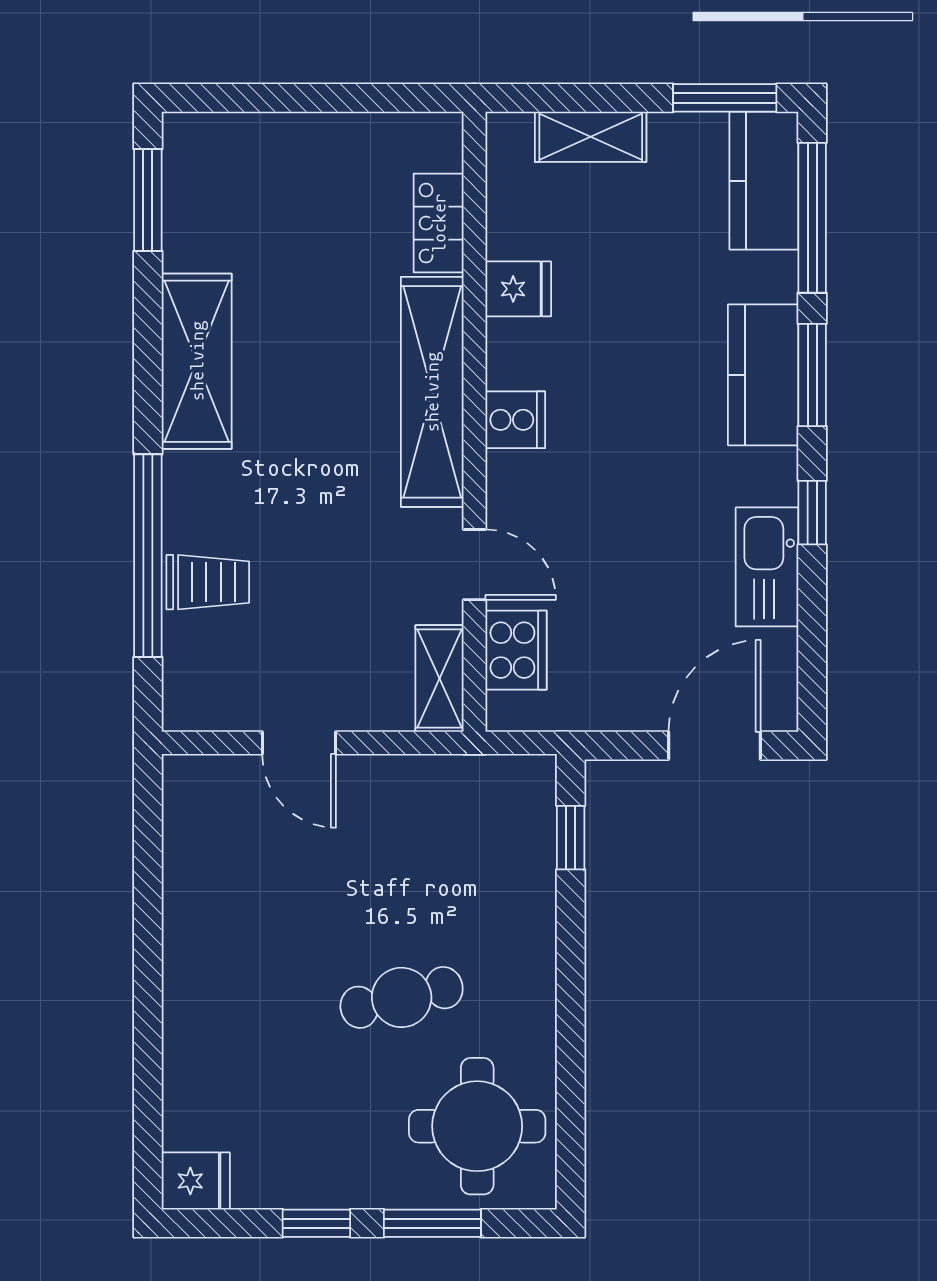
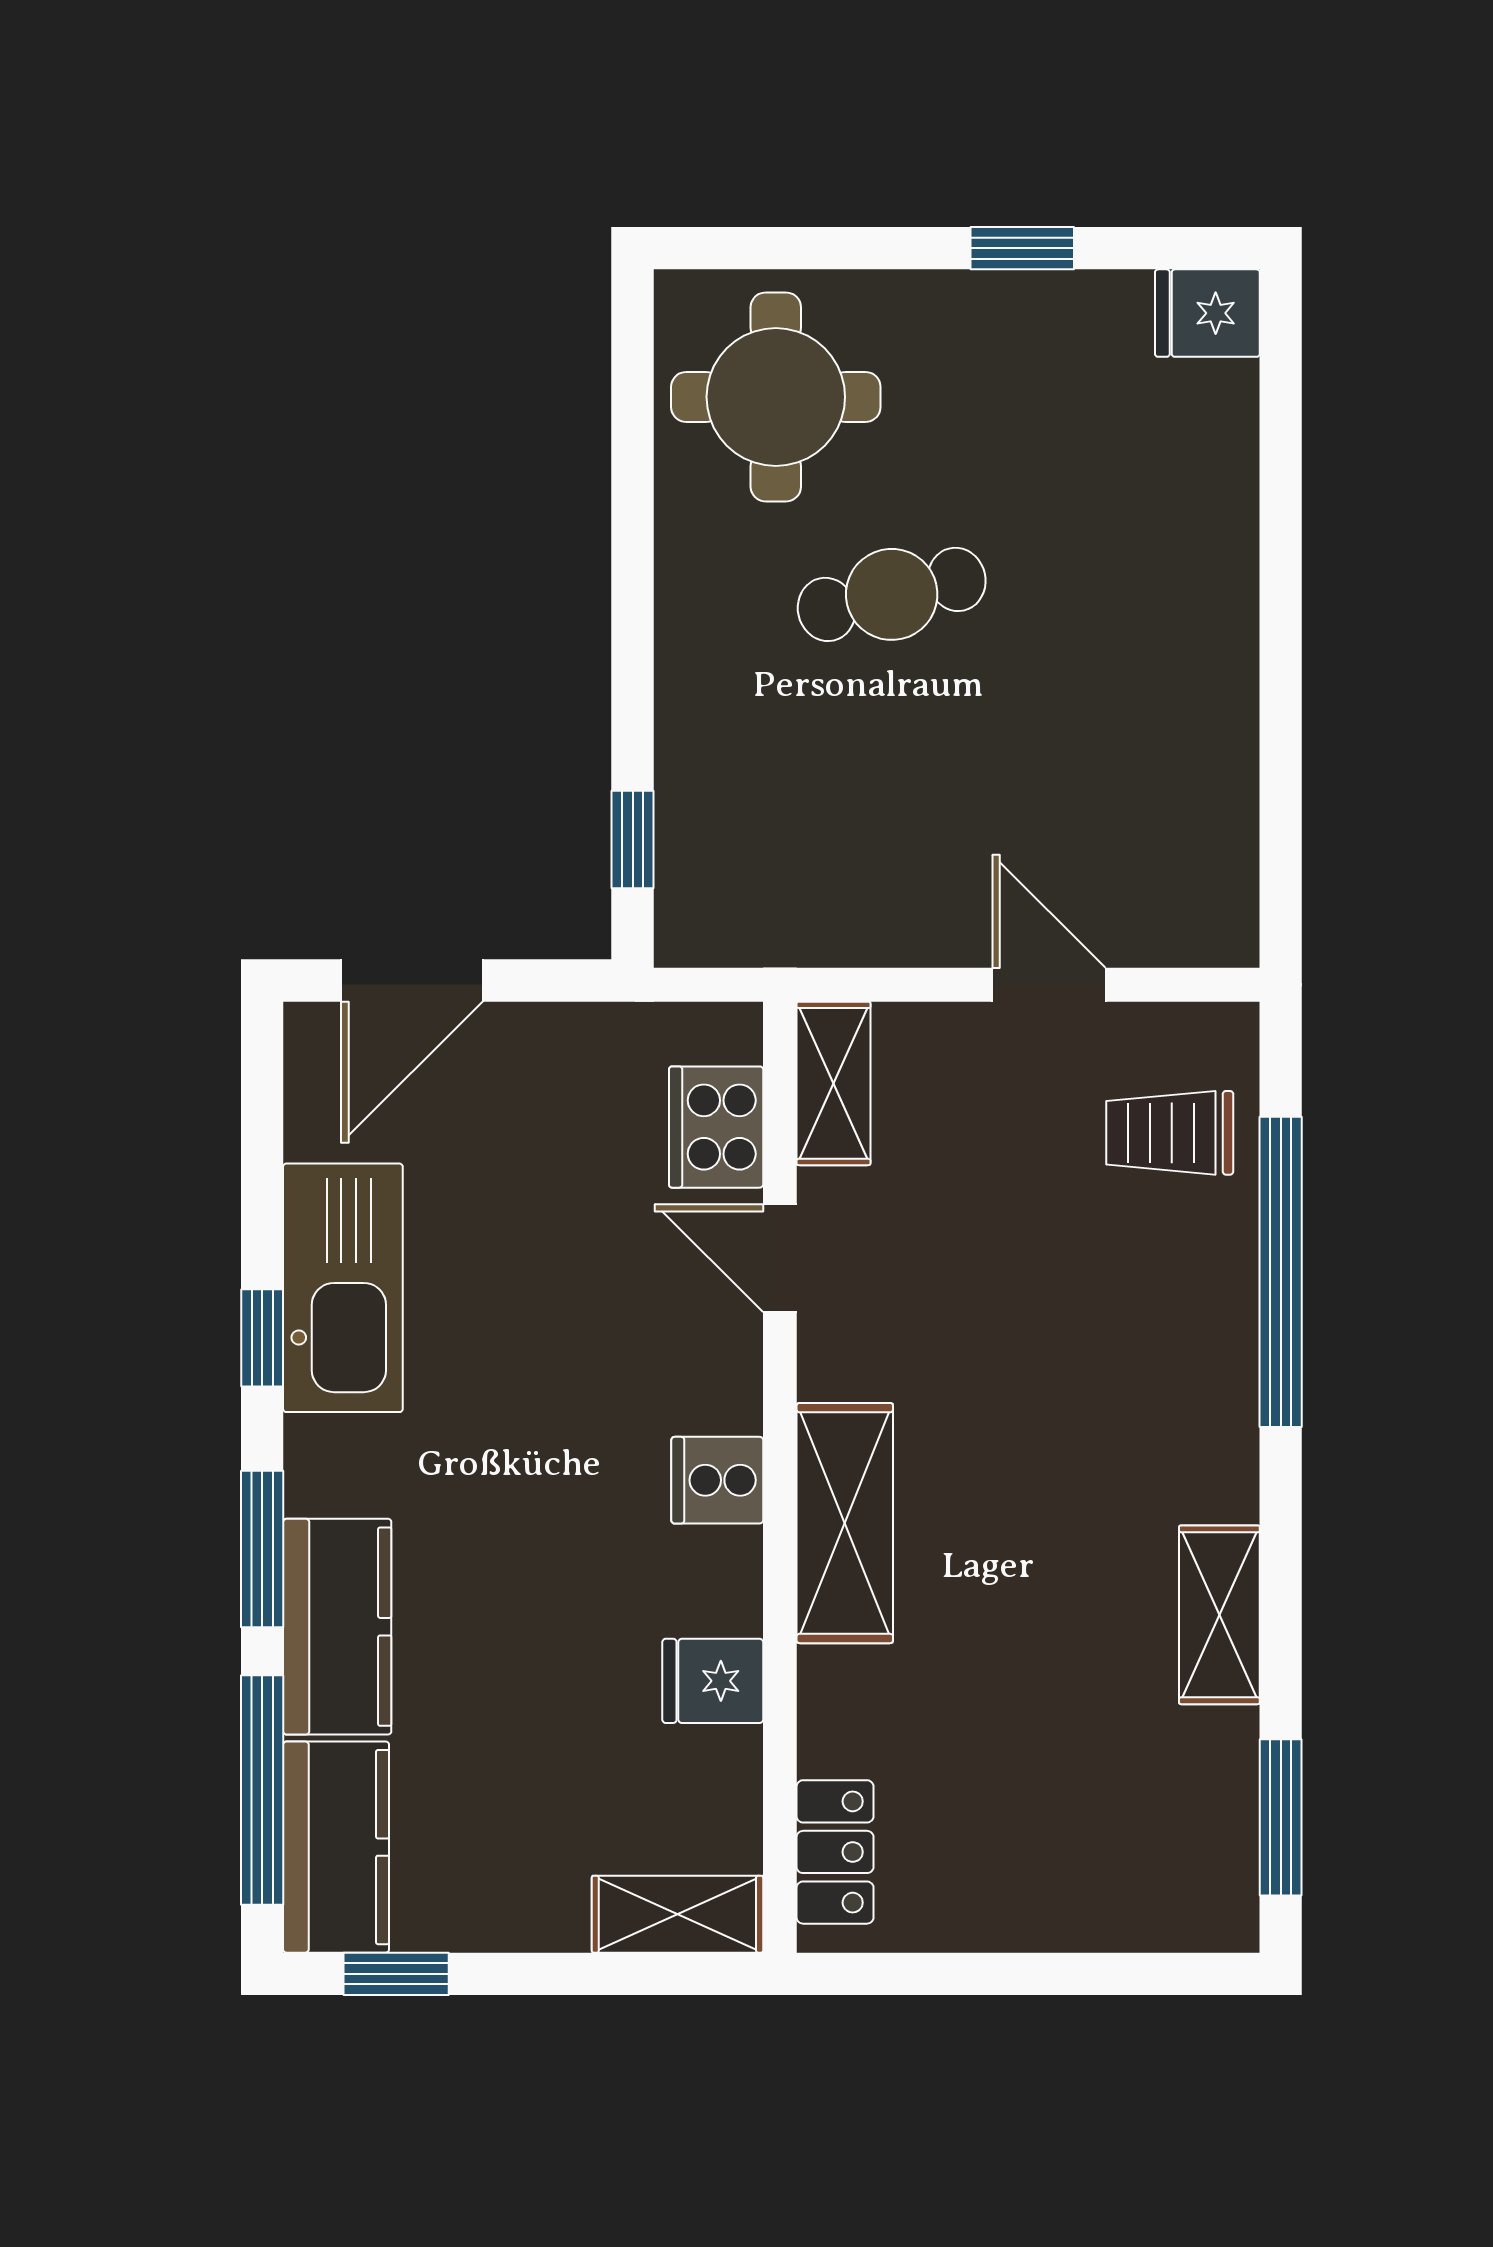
window: (725, 98) -> (396, 1974), width x0.67
shelving: (591, 137) -> (677, 1914), moved
locker: (439, 223) -> (835, 1852), moved
shelving: (197, 361) -> (1219, 1615), width x0.67, depth x0.75
kitchen counter: (763, 375) -> (337, 1627), moved
shelving: (432, 392) -> (845, 1523), width x0.68
kitchen sink: (767, 567) -> (343, 1288), width x1.36, depth x1.24
trolley: (208, 582) -> (1170, 1133), moved
window: (432, 1223) -> (845, 248), removed

